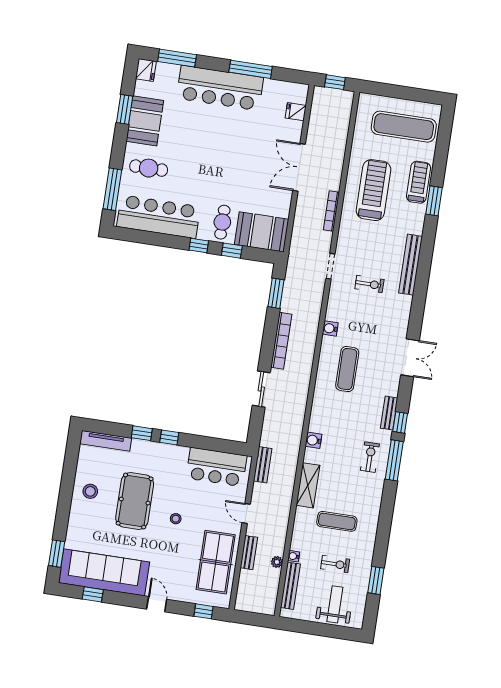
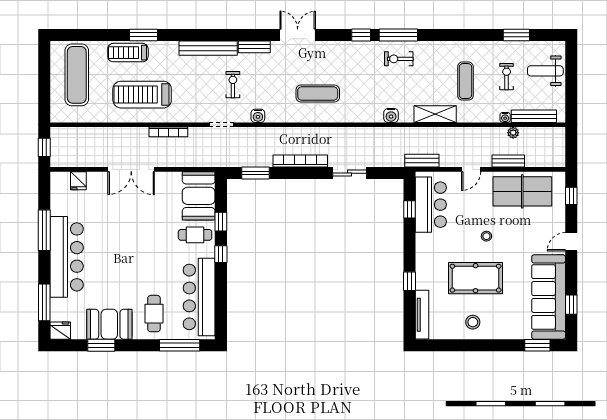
water cooler: (330, 328) -> (258, 116), moved
bench: (389, 413) -> (254, 47), moved
window: (169, 437) -> (409, 209), moved

